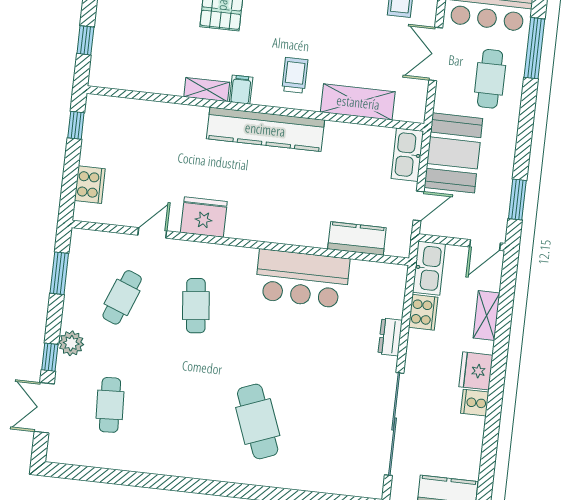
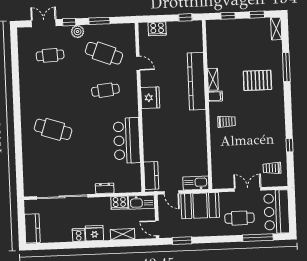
shelving: (358, 102) -> (218, 155), removed
kitchen counter: (265, 129) -> (196, 81), moved
fridge: (204, 217) -> (150, 98), moved
kitchen counter: (357, 238) -> (151, 176), moved
window: (59, 273) -> (99, 21), moved
cafe table: (122, 297) -> (104, 53), width x1.37, depth x1.35
cafe table: (258, 421) -> (53, 129), turned 39

